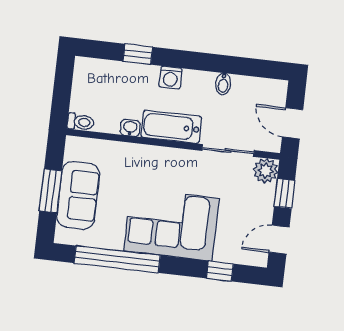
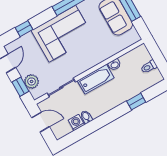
washing machine: (170, 78) -> (76, 123), moved
toilet: (81, 122) -> (149, 67), moved
plant: (266, 171) -> (32, 81), moved

